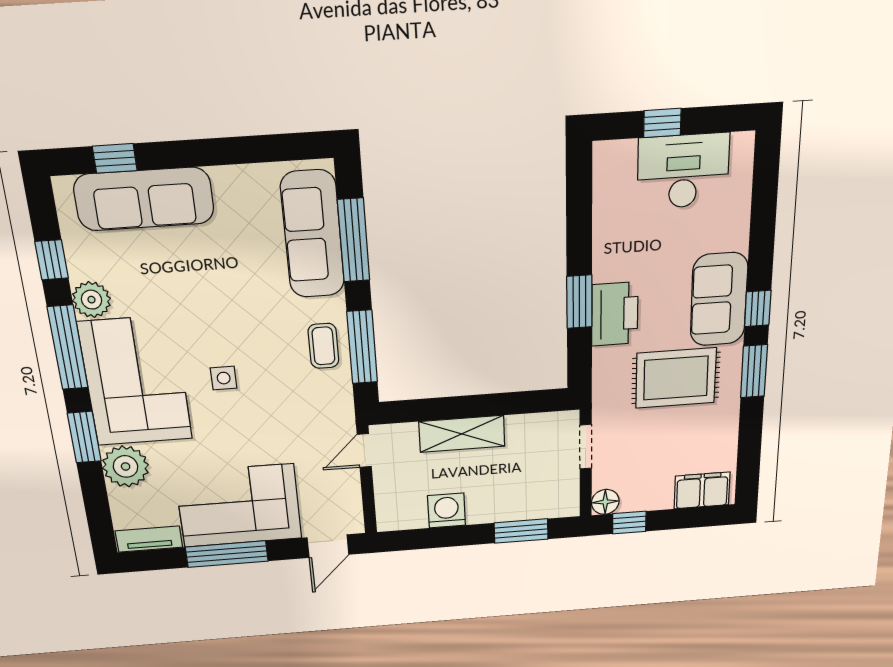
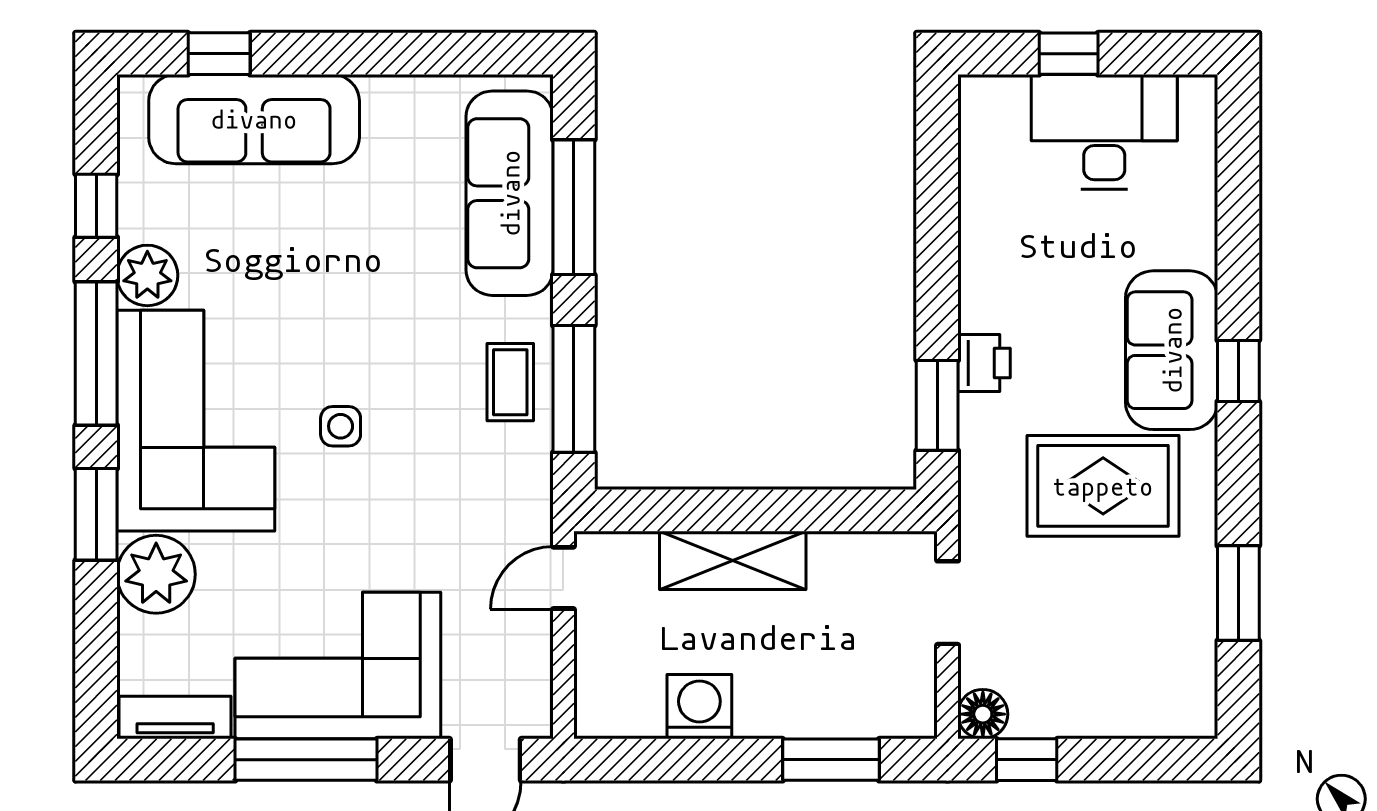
window: (579, 302) -> (937, 405), moved
printer: (615, 314) -> (984, 363), width x0.53, depth x0.68
window: (754, 371) -> (1238, 593), moved
filing cabinet: (702, 490) -> (1157, 706), removed

